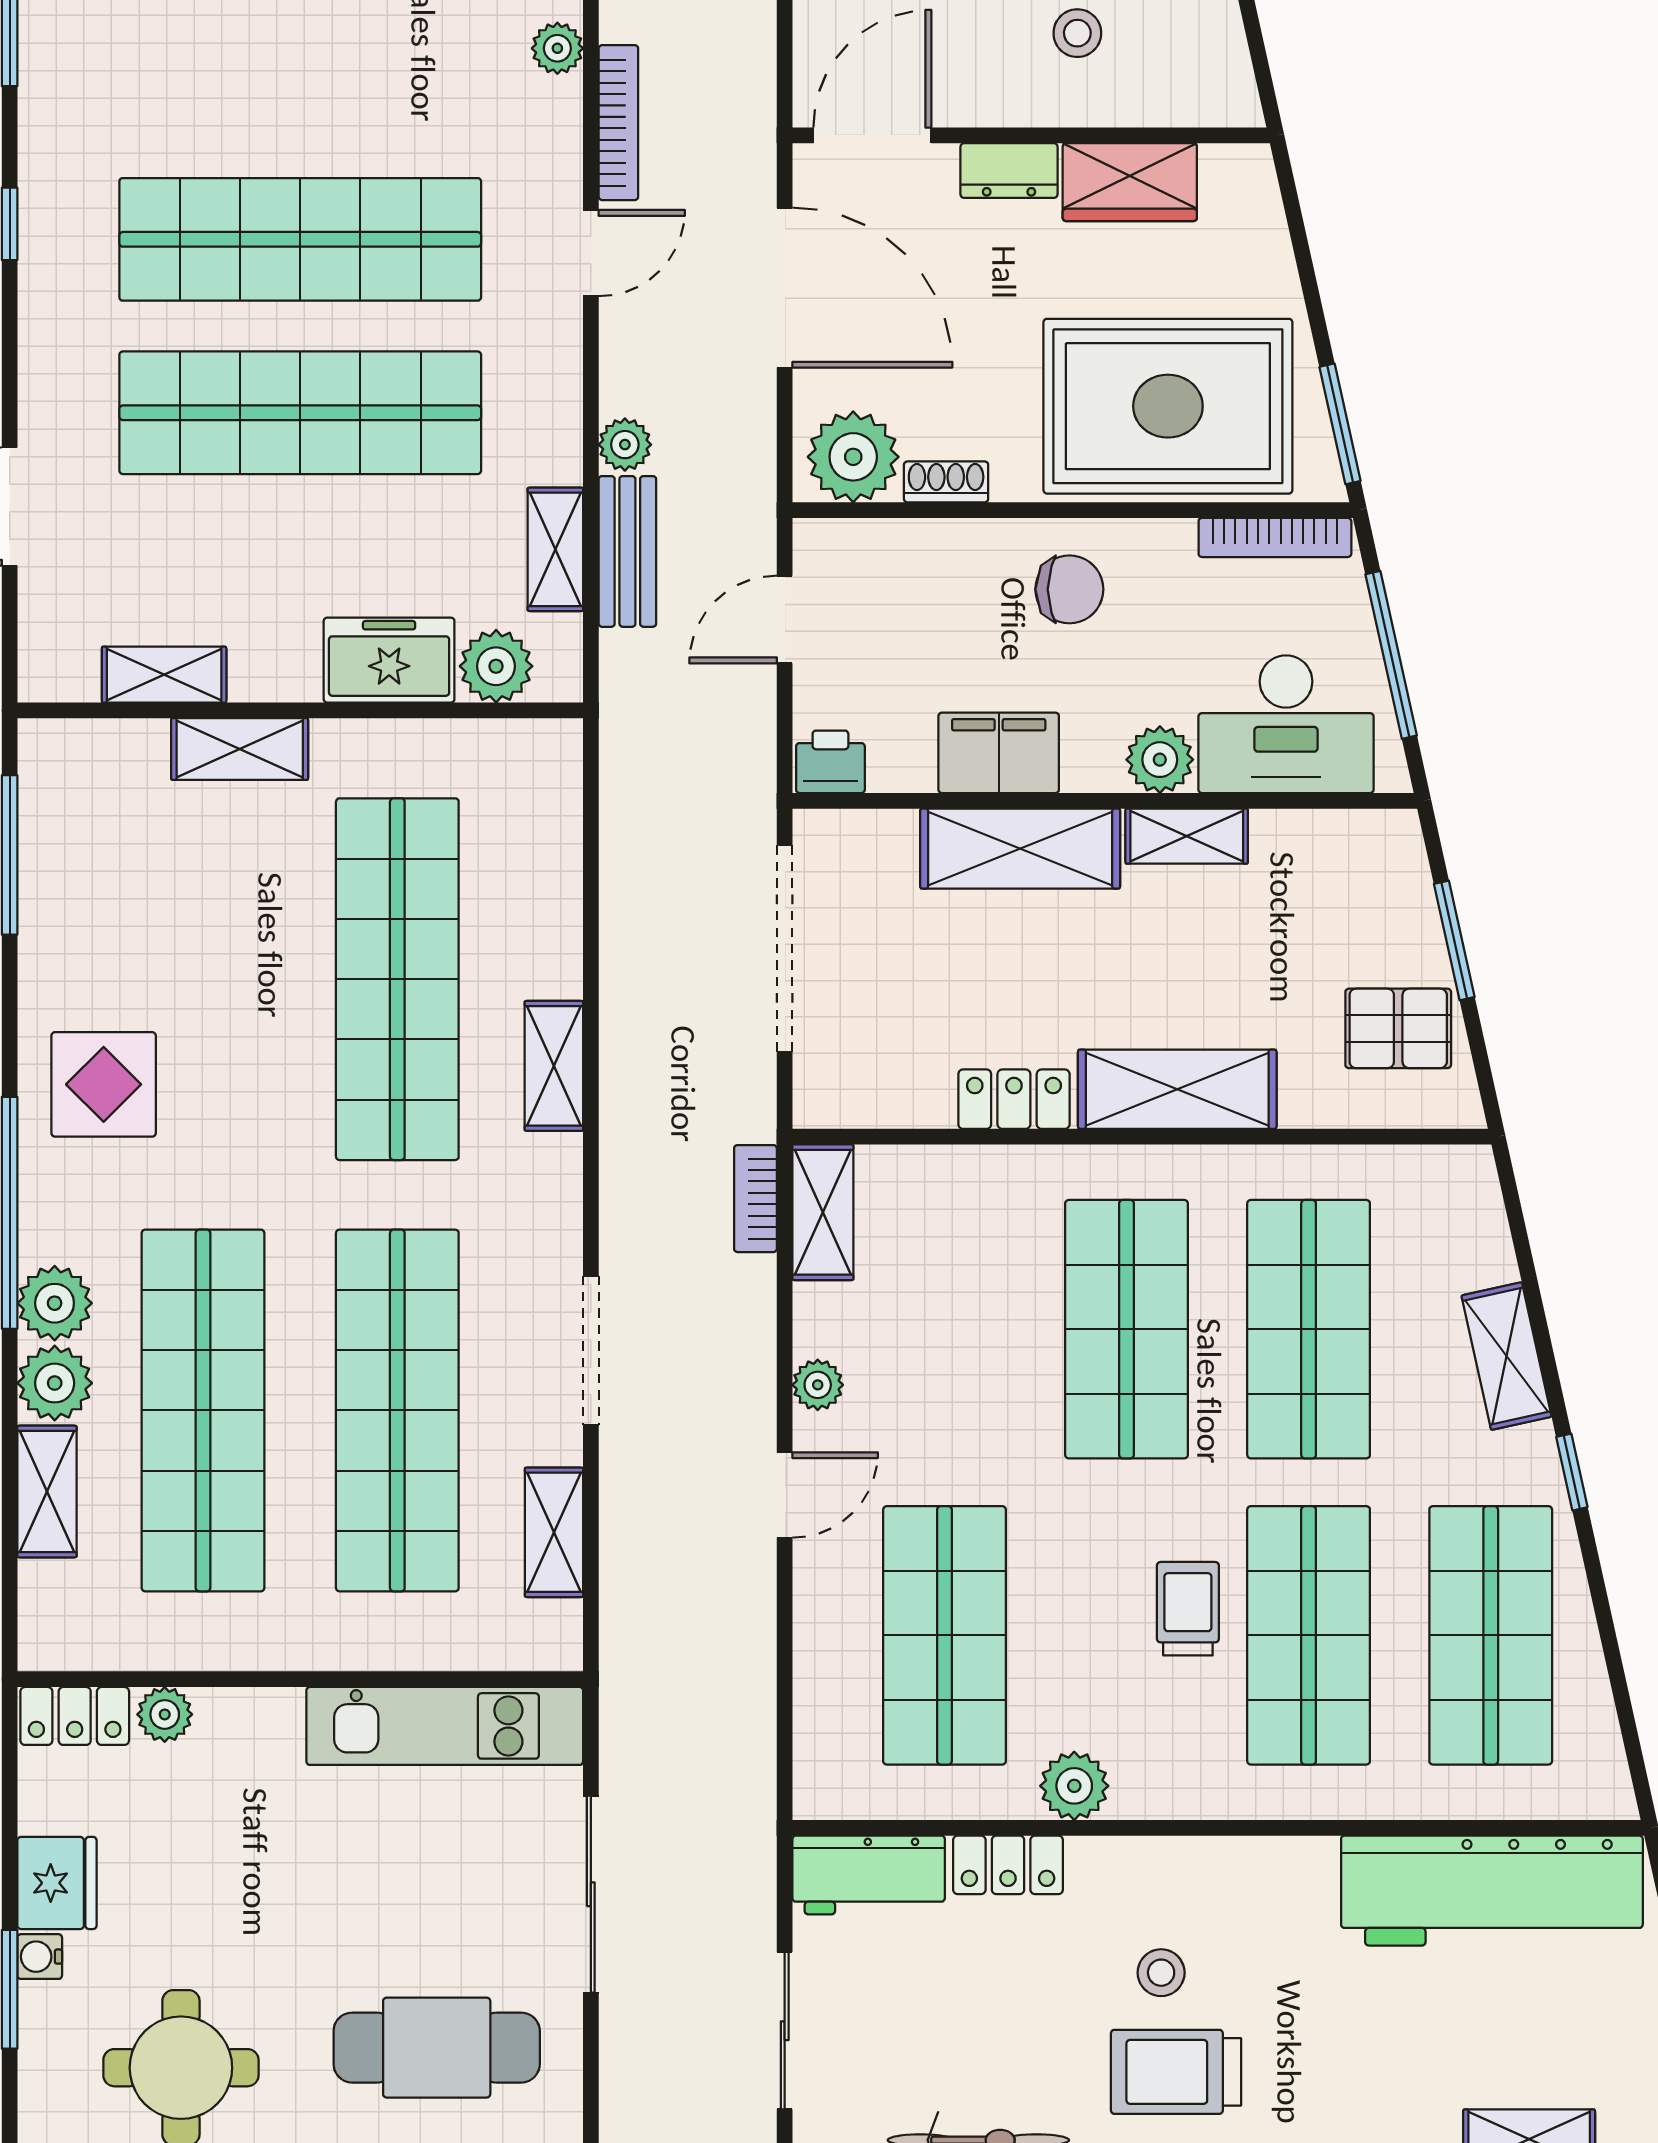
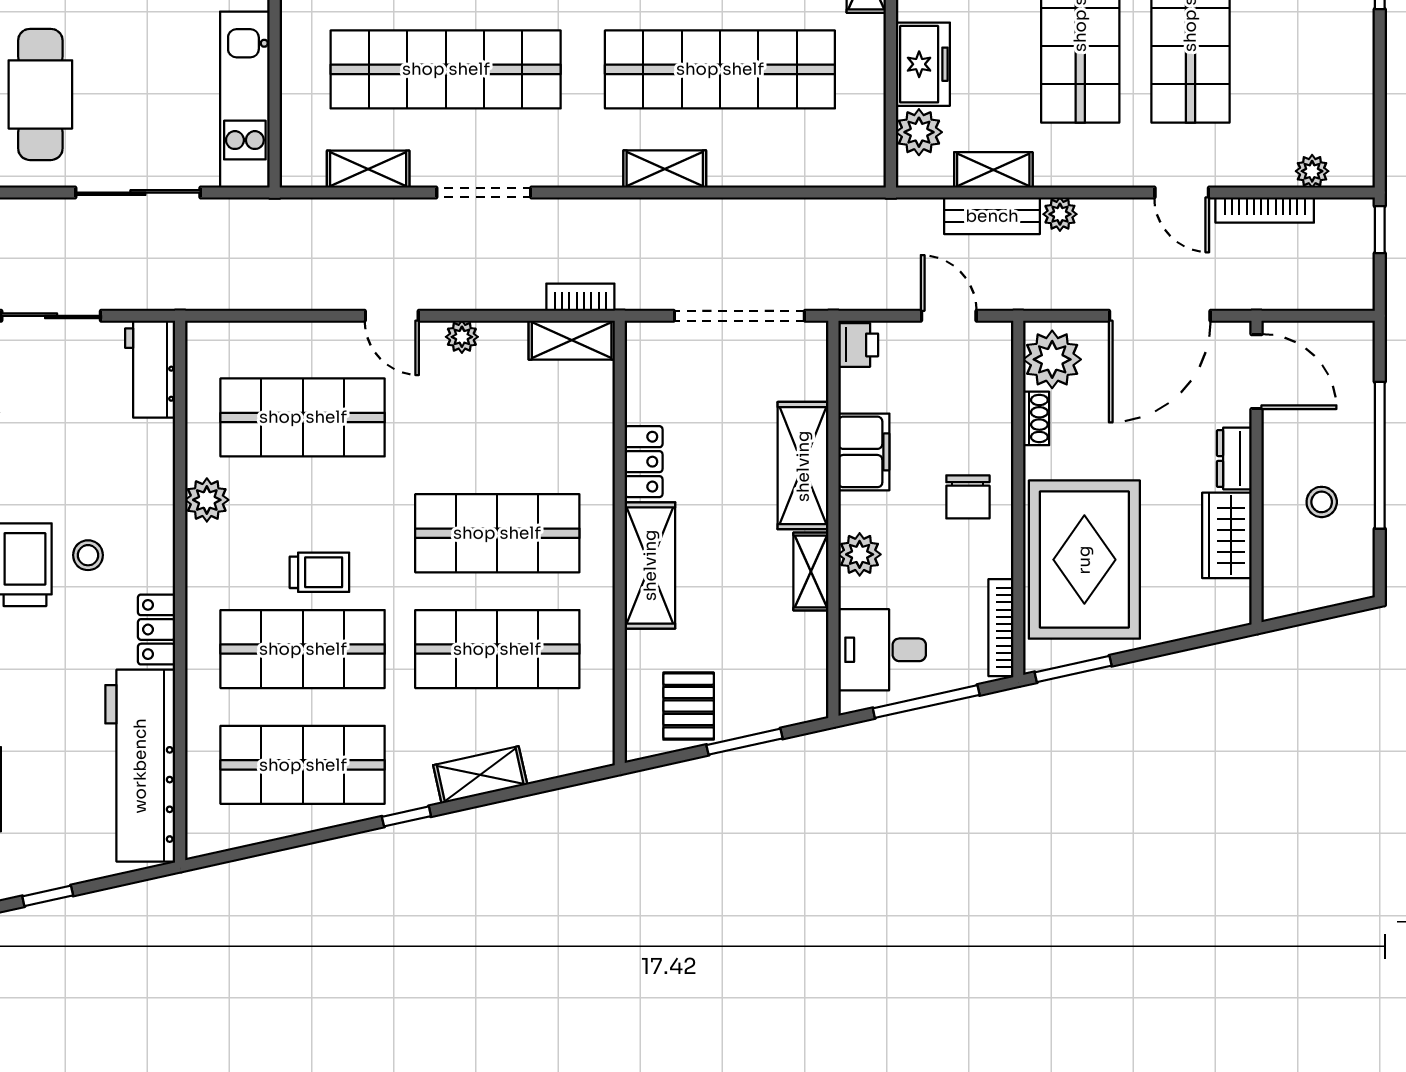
desk: (1286, 724) -> (882, 650), width x0.73
locker: (1008, 1865) -> (157, 629), moved

